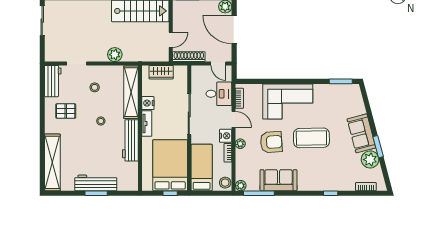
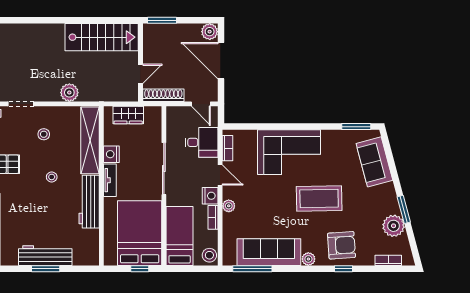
sofa: (361, 133) -> (374, 162), moved
armchair: (271, 142) -> (342, 245), moved
sofa: (279, 180) -> (269, 252), width x1.36
plant: (241, 186) -> (308, 259), moved

